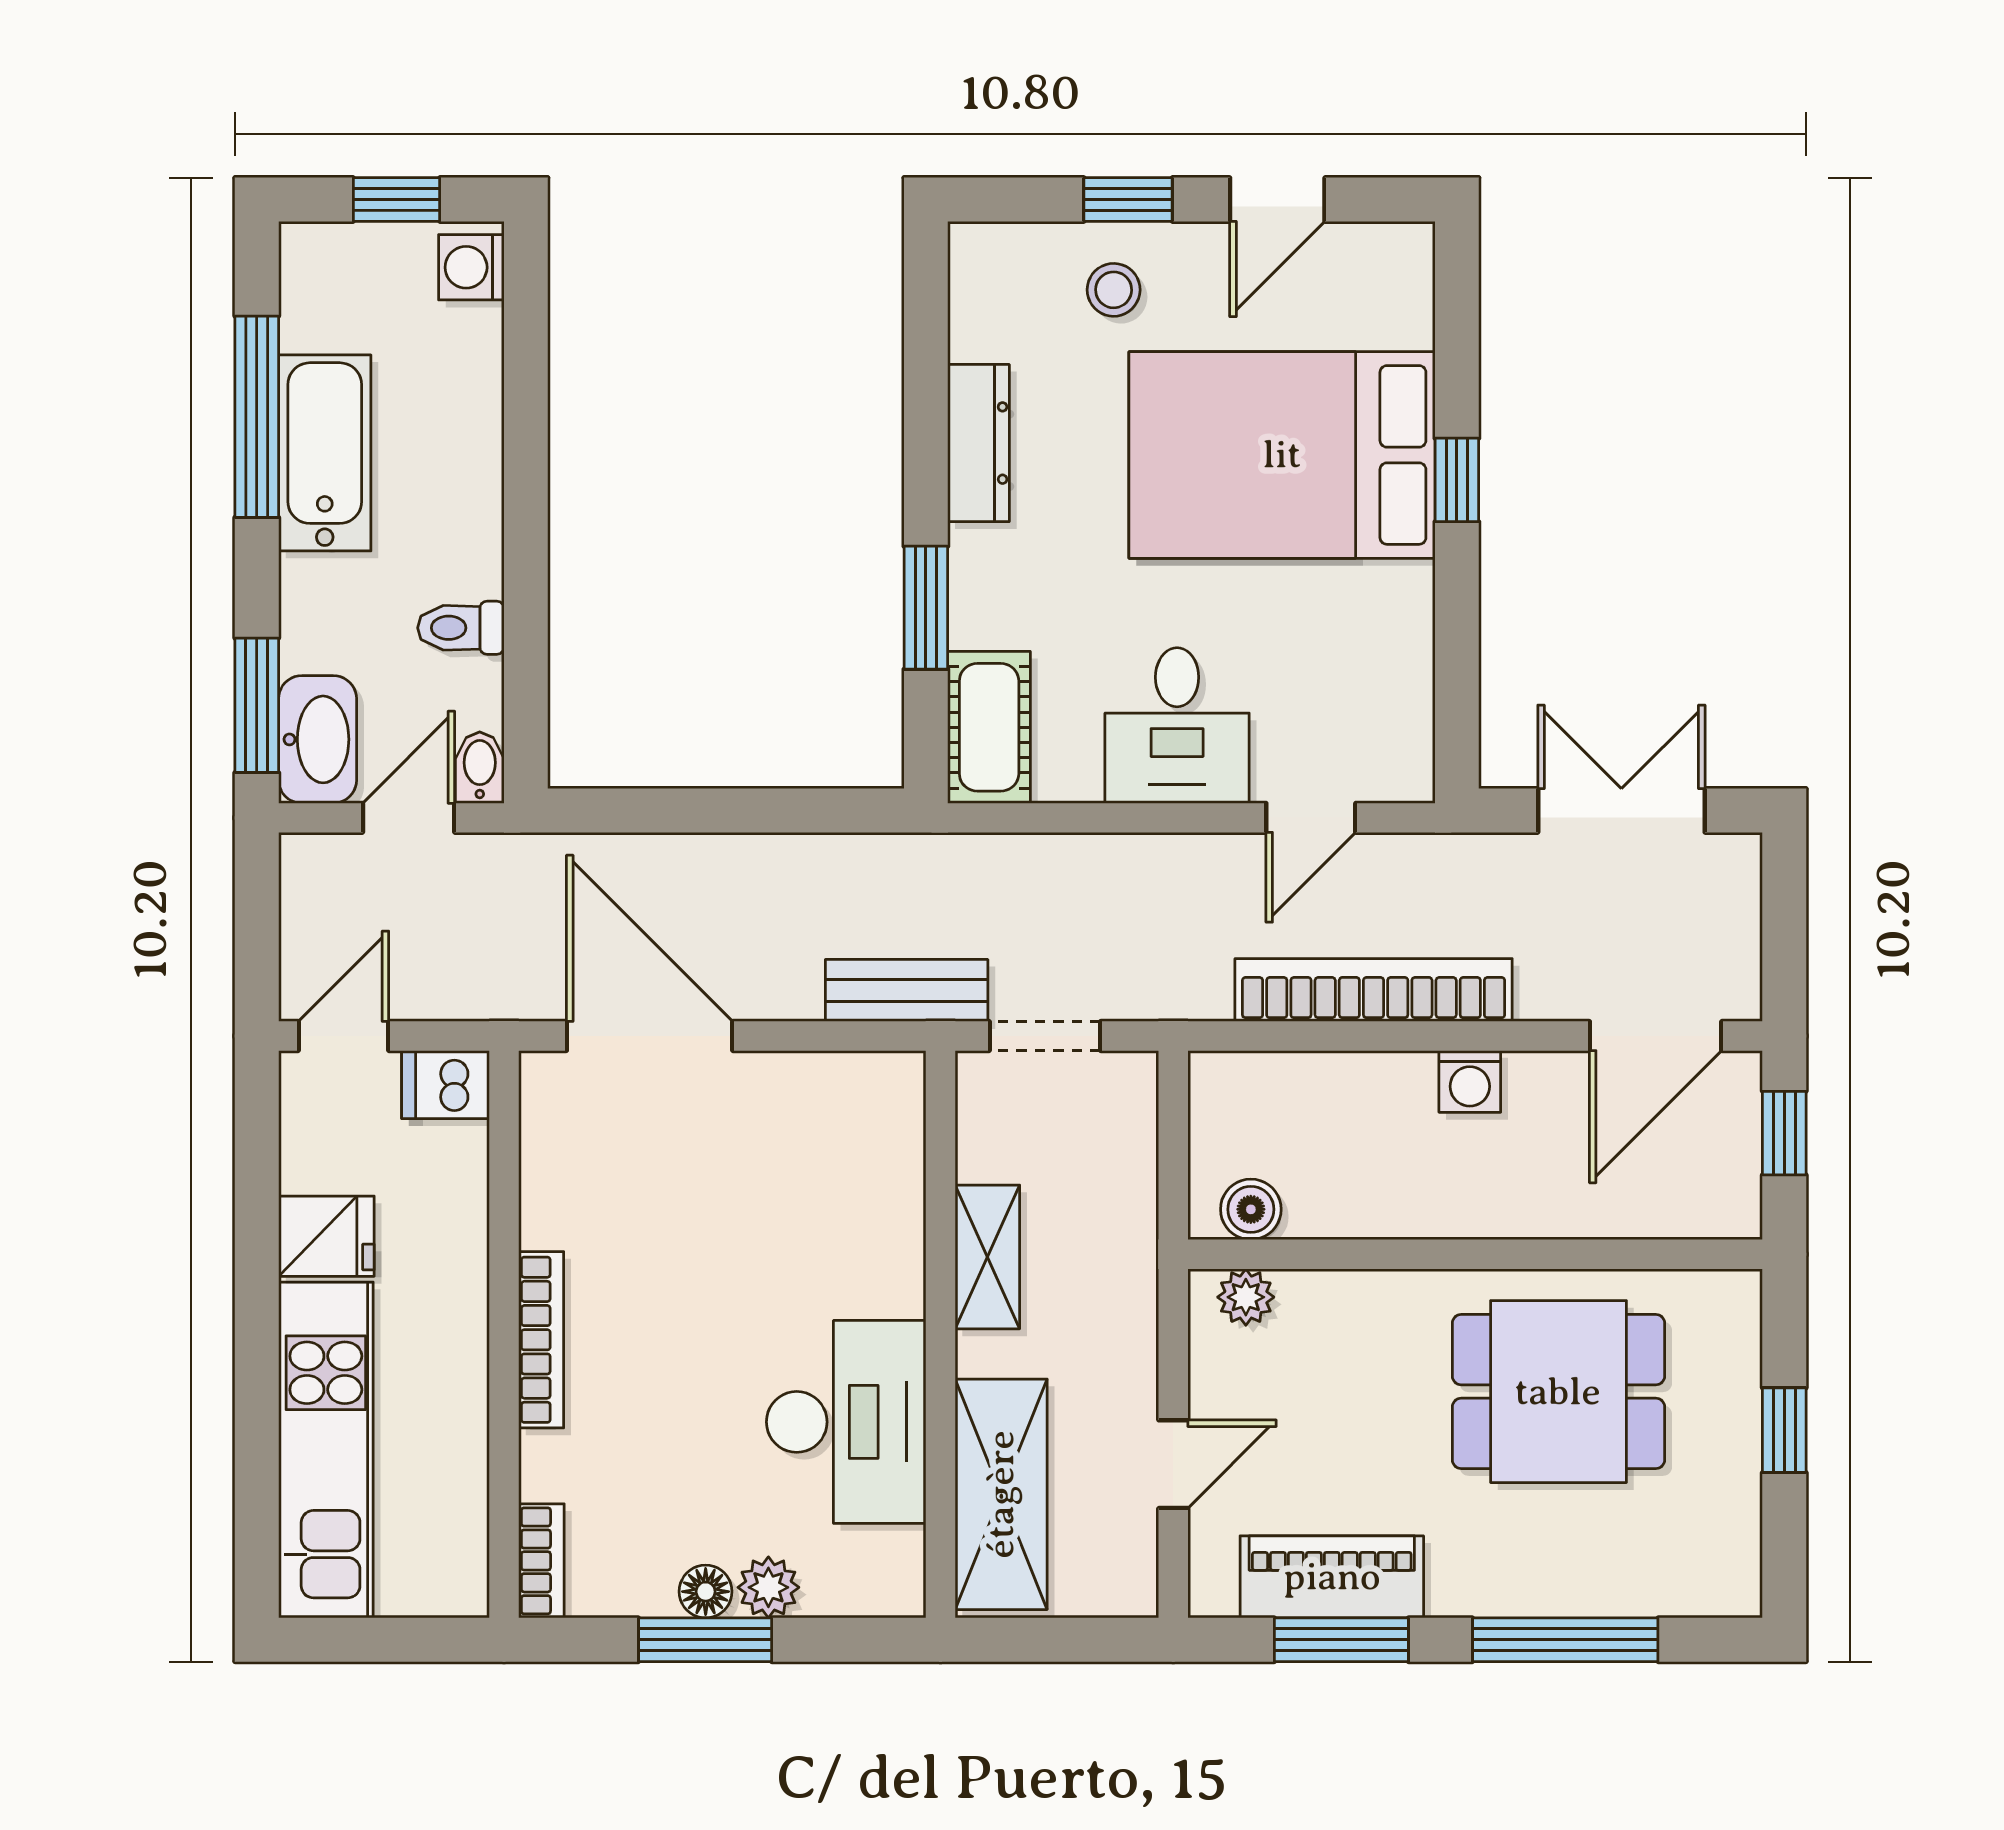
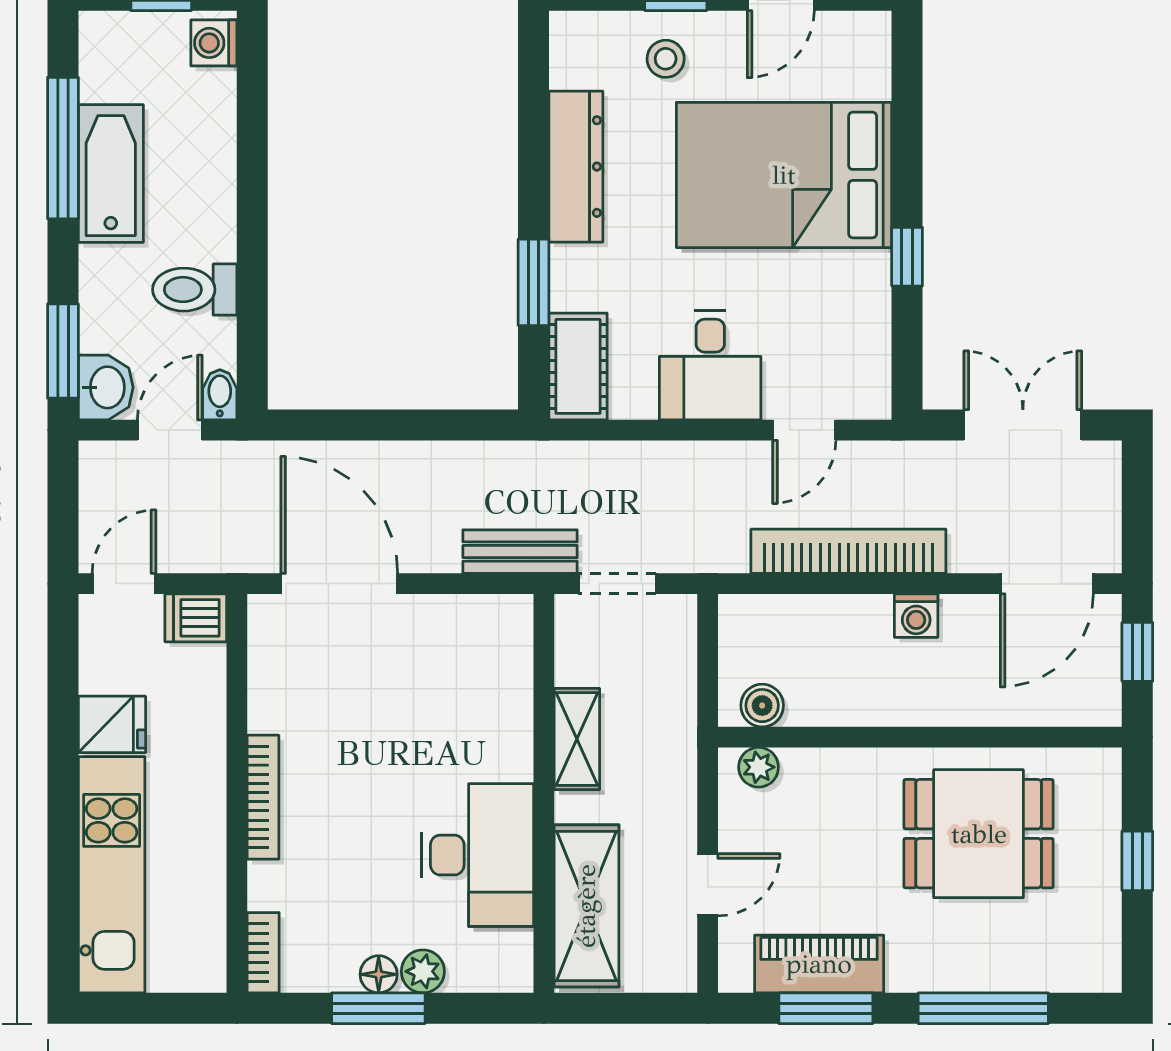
dresser: (979, 443) -> (576, 167), width x1.37, depth x1.24
window: (1457, 480) -> (907, 257), moved
toilet: (461, 628) -> (195, 290), width x1.37, depth x1.39
washbasin: (318, 739) -> (106, 387), width x0.72

